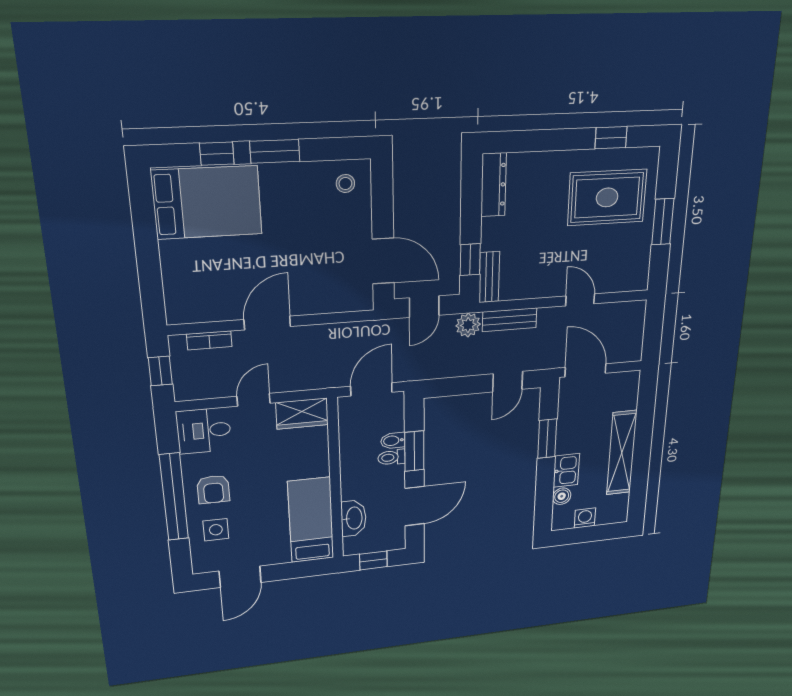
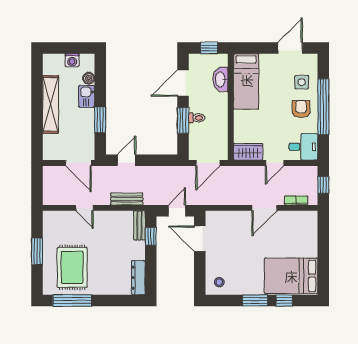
window: (611, 138) -> (72, 300), width x2.17
rug: (607, 197) -> (72, 267), turned 90
plant: (468, 325) -> (151, 198), removed
bidet: (393, 441) -> (196, 129), removed

